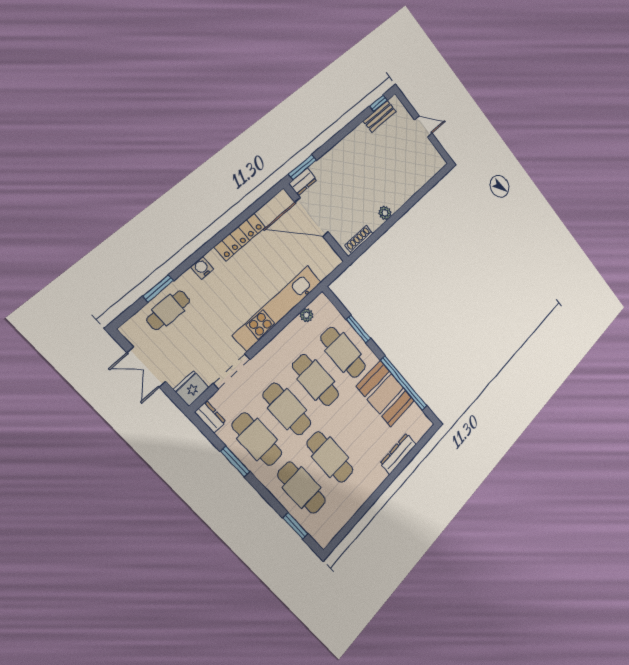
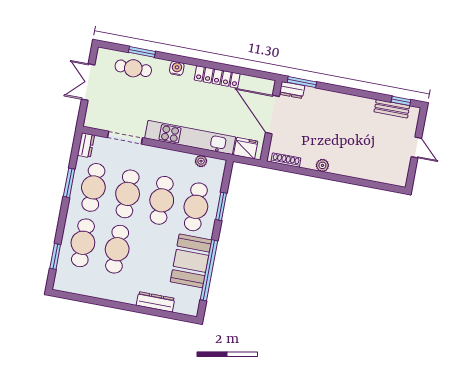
fridge: (191, 389) -> (246, 148), moved

